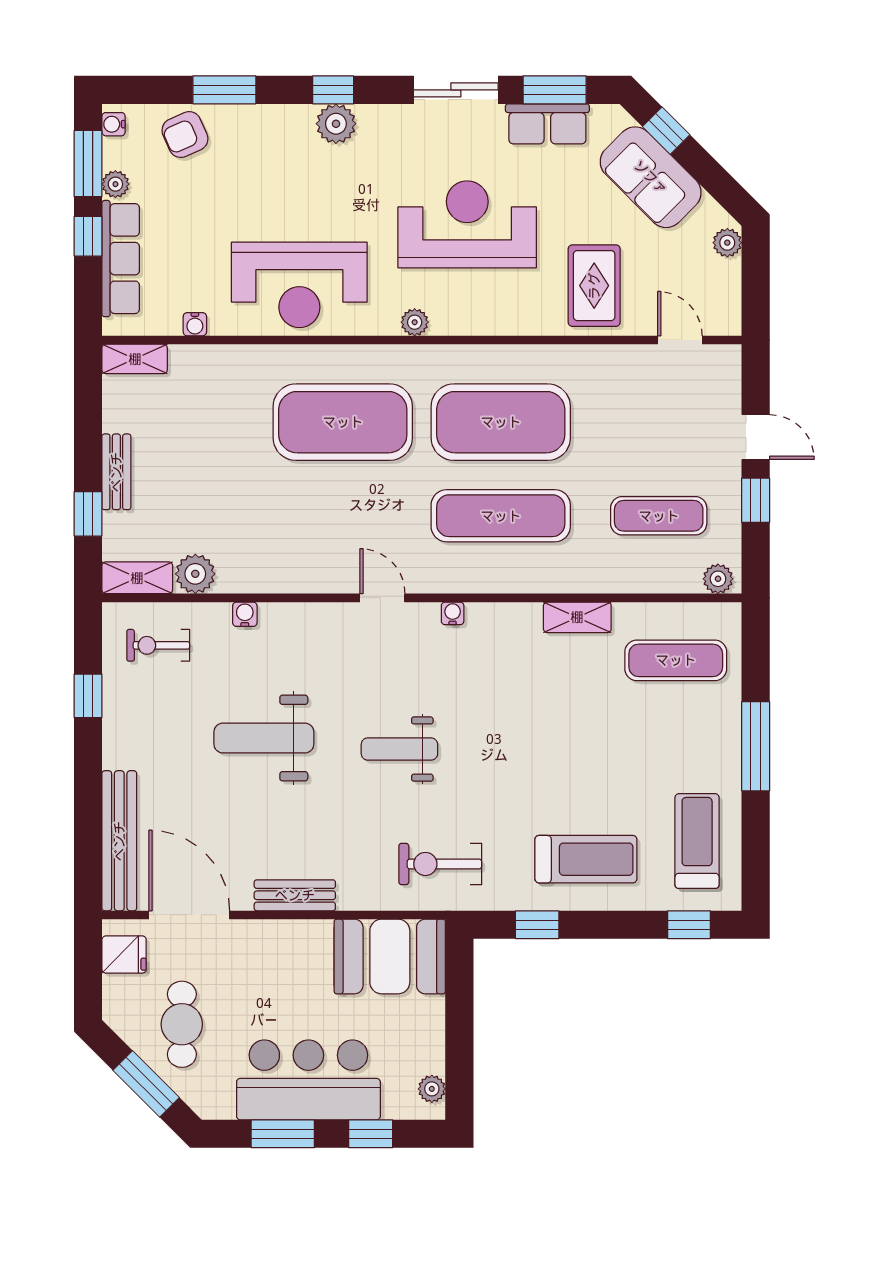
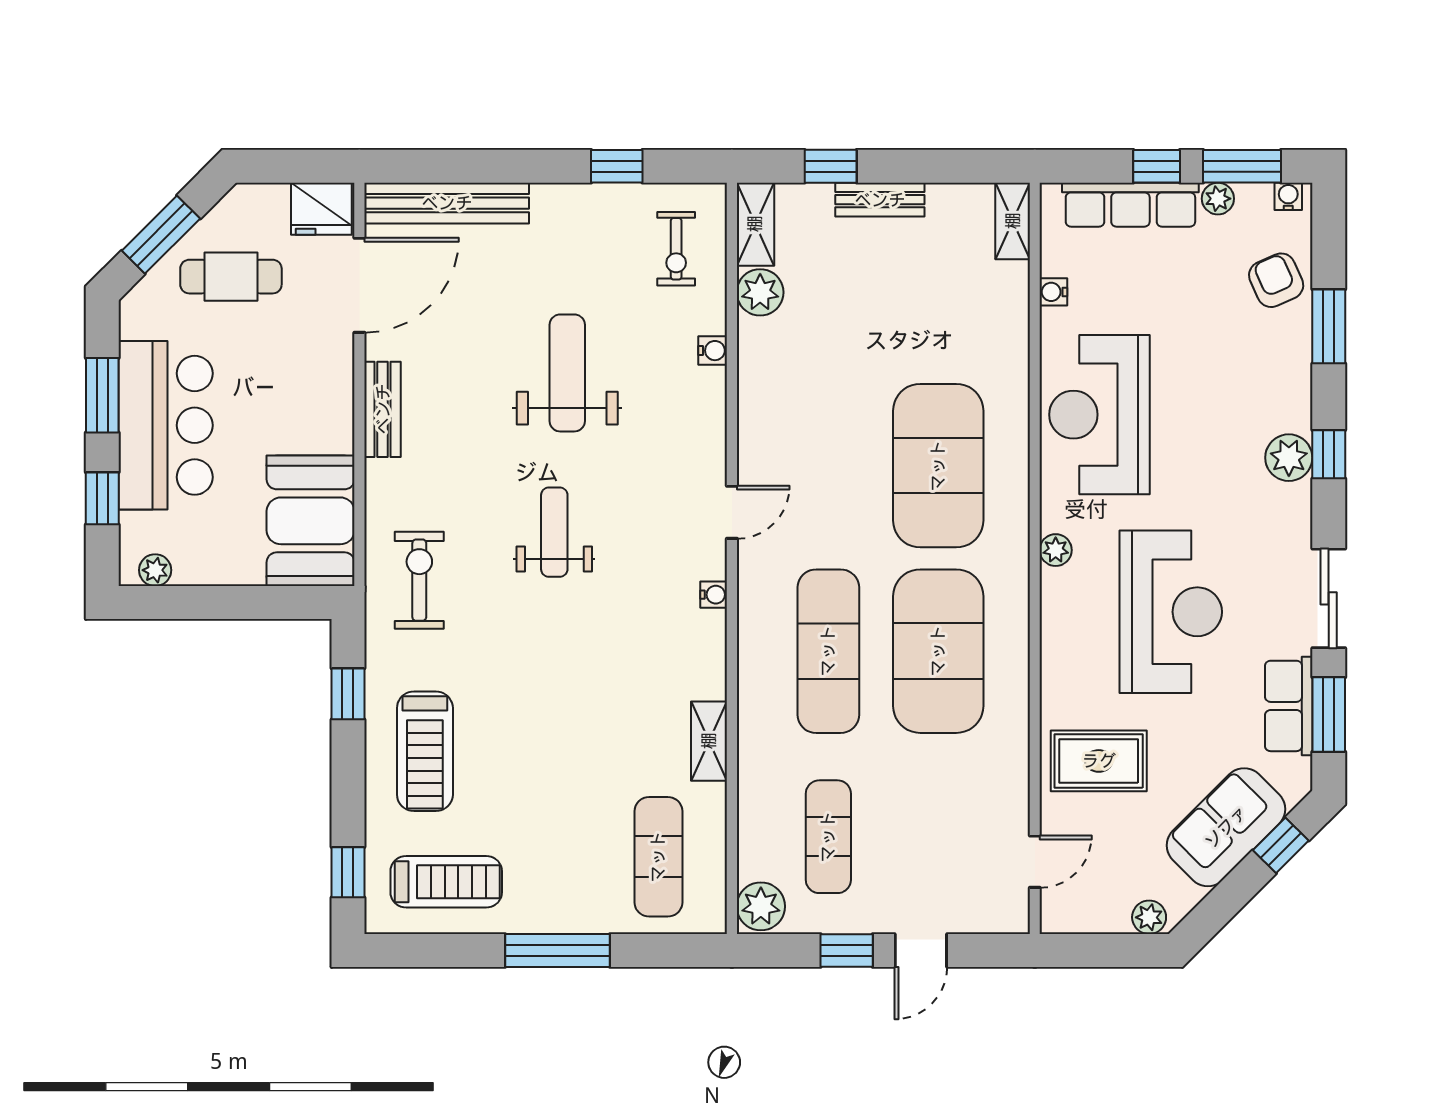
plant: (718, 579) -> (761, 906), width x1.38, depth x1.38
exercise bike: (158, 645) -> (676, 249), turned 180
fridge: (124, 954) -> (321, 209), width x1.38

